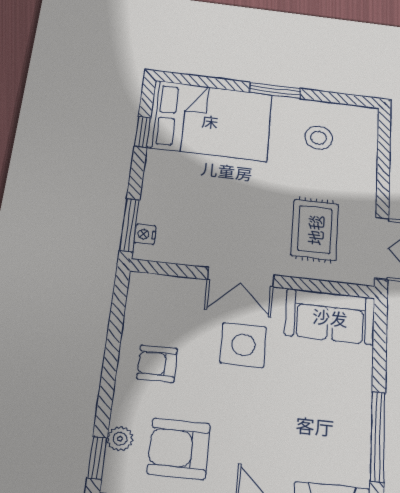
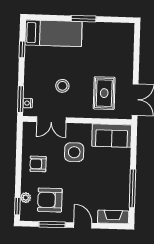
bed: (210, 121) -> (53, 33), width x0.67
stool: (319, 138) -> (62, 86), moved
double door: (241, 277) -> (51, 120), moved

